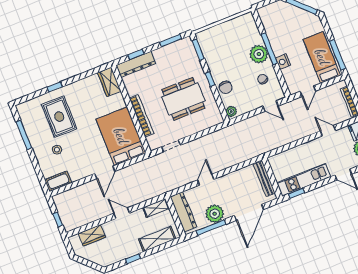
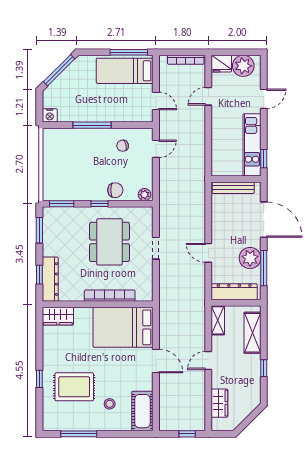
plant: (259, 54) -> (93, 139), removed
nightstand: (283, 62) -> (50, 115), moved
doorway: (171, 146) -> (156, 248), moved
cot: (58, 181) -> (142, 411), width x1.37, depth x1.34

